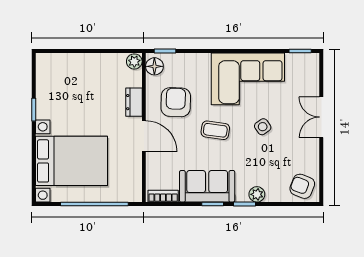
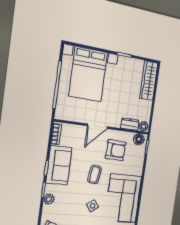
wardrobe: (64, 64) -> (149, 81), added
dresser: (134, 102) -> (130, 124), moved

